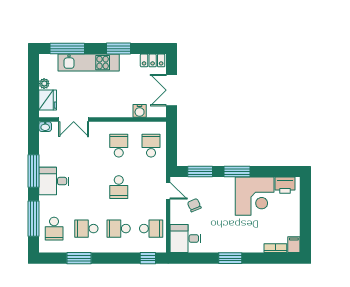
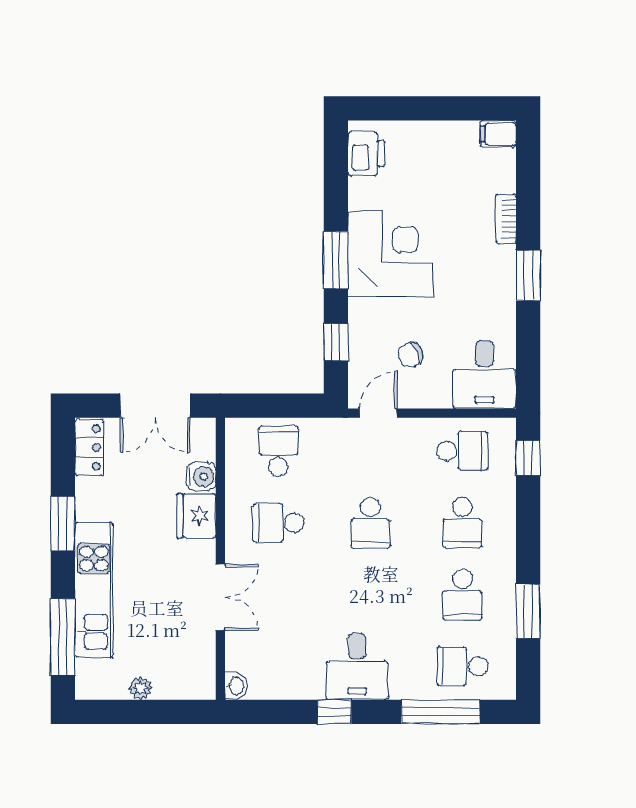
fridge: (48, 100) -> (197, 516), moved, turned -90
double door: (74, 120) -> (220, 597), moved
school desk: (151, 146) -> (278, 451), turned 90
window: (34, 171) -> (334, 712), width x0.46
window: (200, 172) -> (336, 342), width x0.67
school desk: (119, 187) -> (370, 523), turned 90
corner desk: (255, 196) -> (391, 254), moved
school desk: (54, 229) -> (462, 666), turned 180
school desk: (151, 229) -> (462, 451), turned 90
bookcase: (275, 248) -> (506, 219), moved

